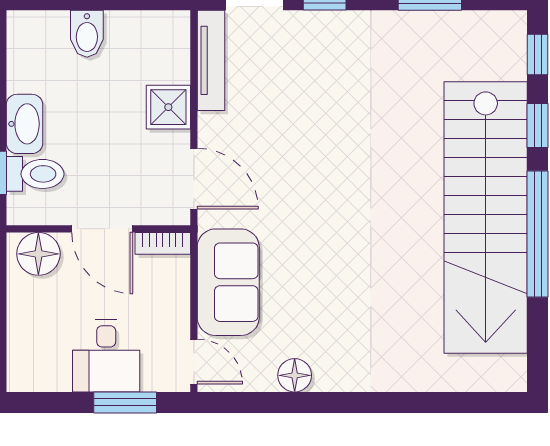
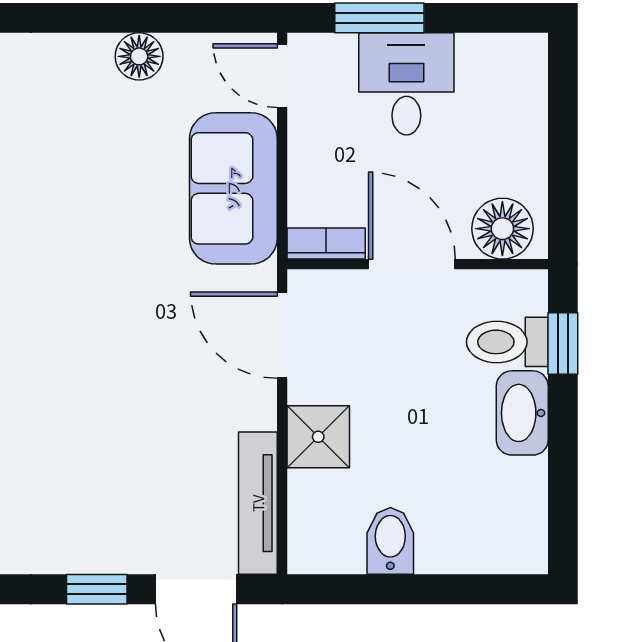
bidet: (87, 34) -> (390, 541), moved

